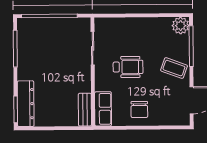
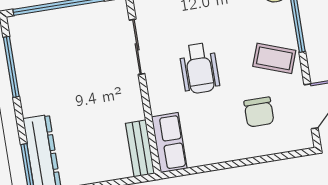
wheelchair: (128, 67) -> (199, 68), turned 90
chair: (139, 110) -> (259, 112), moved

